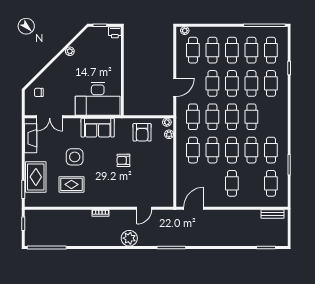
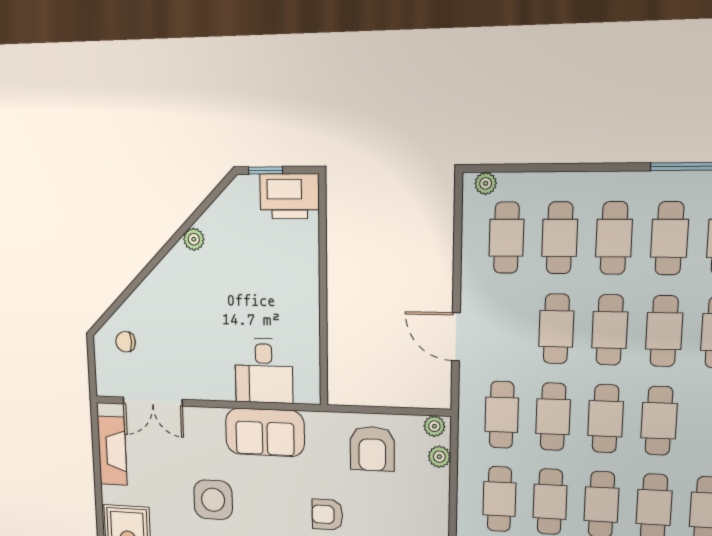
printer: (115, 32) -> (290, 196), width x1.87, depth x1.48
door: (175, 87) -> (456, 337), swing flipped
desk: (98, 99) -> (264, 371), width x0.53, depth x0.77

